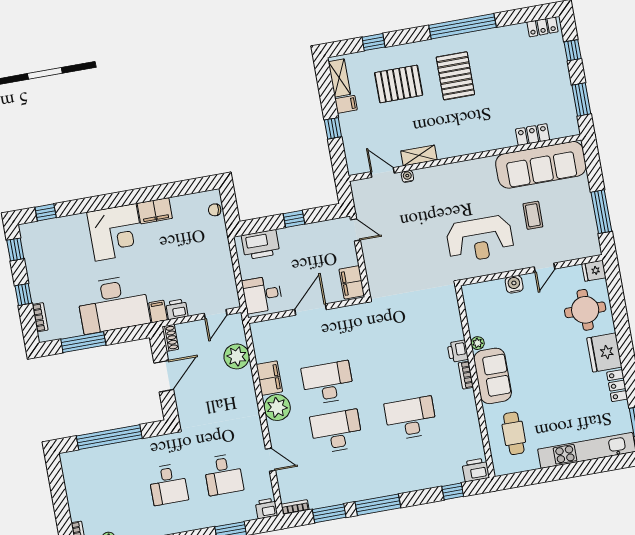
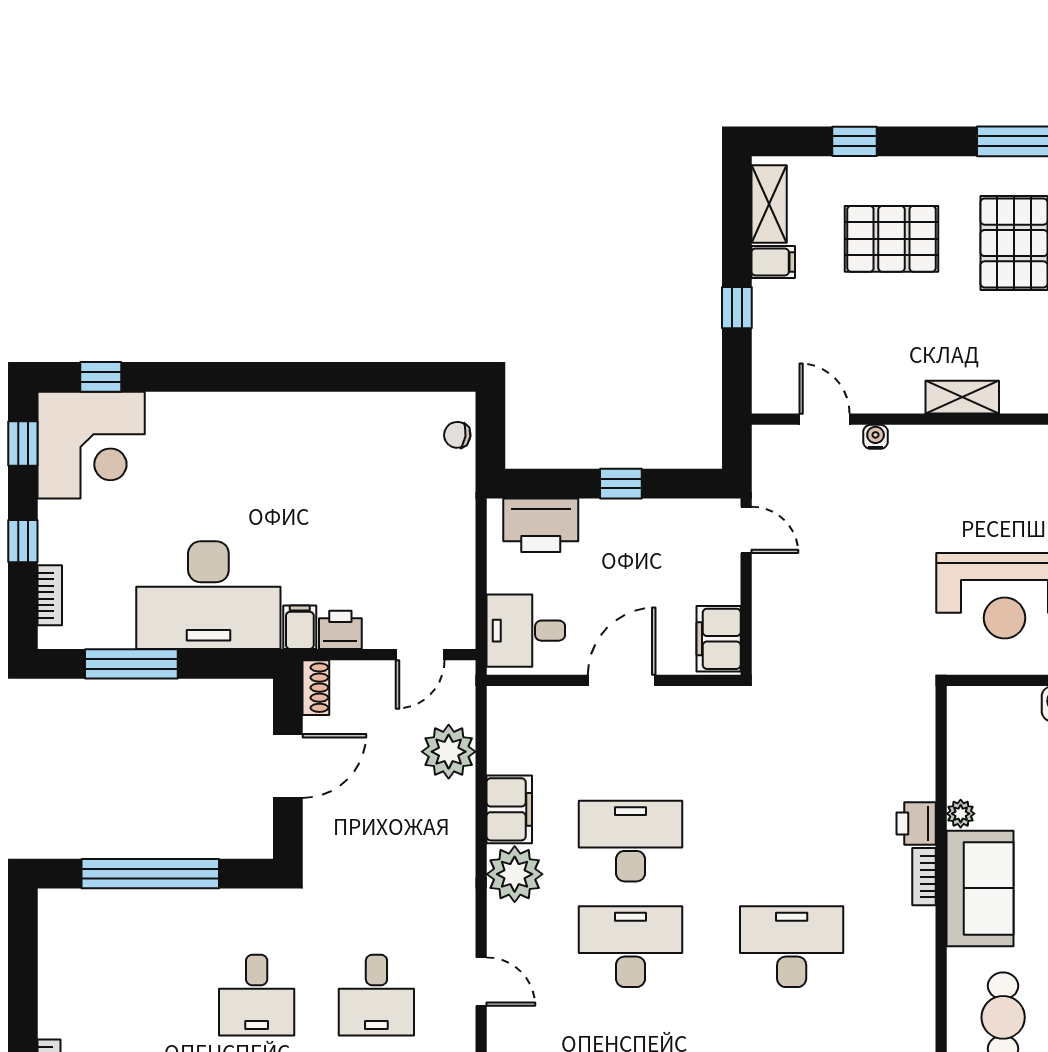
shelving: (419, 156) -> (962, 397), moved
filing cabinet: (155, 211) -> (331, 414), removed
corner desk: (116, 232) -> (91, 445), moved

